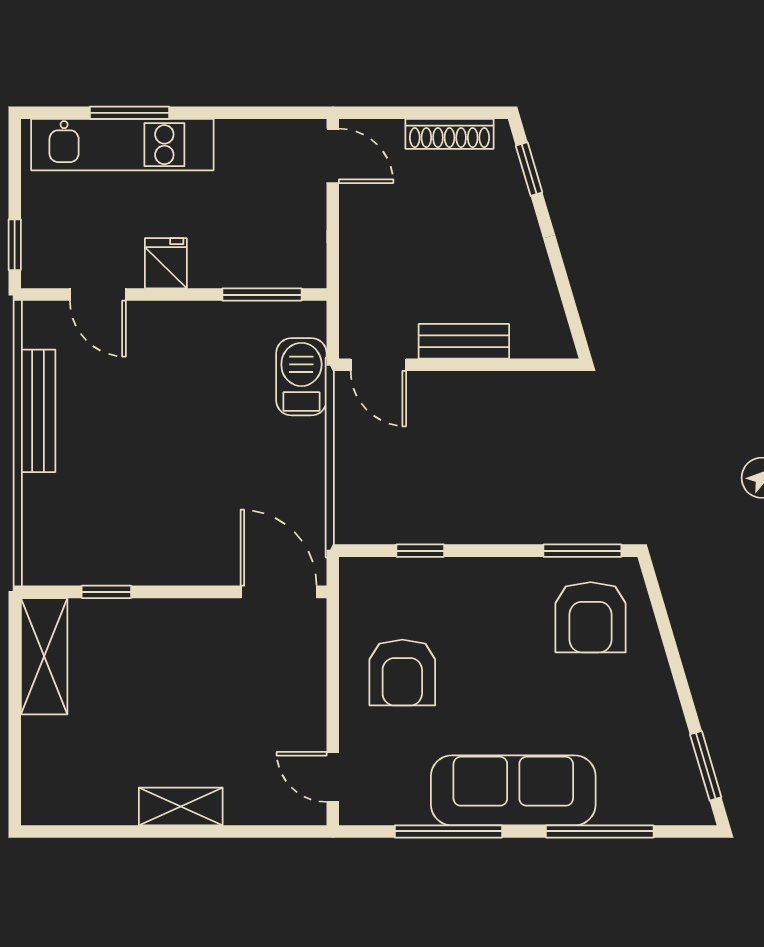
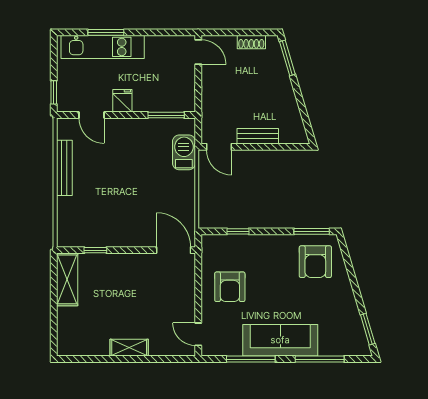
shoe rack: (450, 134) -> (251, 42), width x0.70
window: (529, 169) -> (287, 58), width x1.50

